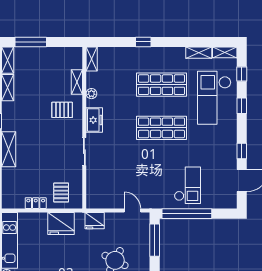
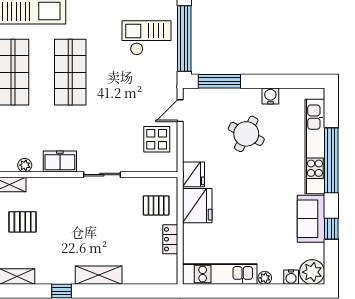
pallet: (62, 110) -> (23, 222), moved, turned 90
display table: (111, 193) -> (157, 139), added
fridge: (95, 221) -> (193, 174), moved

